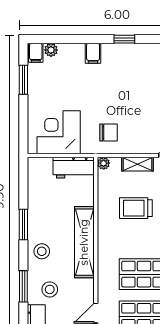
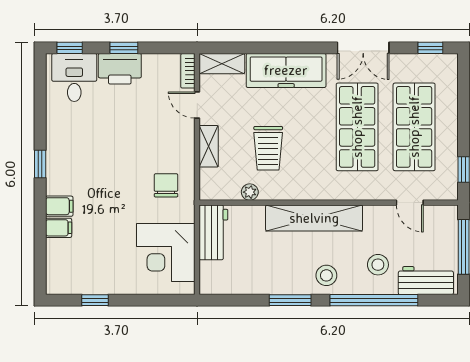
plant: (51, 50) -> (55, 263), removed
filing cabinet: (36, 53) -> (59, 228), moved
window: (23, 80) -> (95, 300), width x0.67
plant: (104, 163) -> (250, 192), moved
window: (23, 286) -> (374, 300), width x2.11

